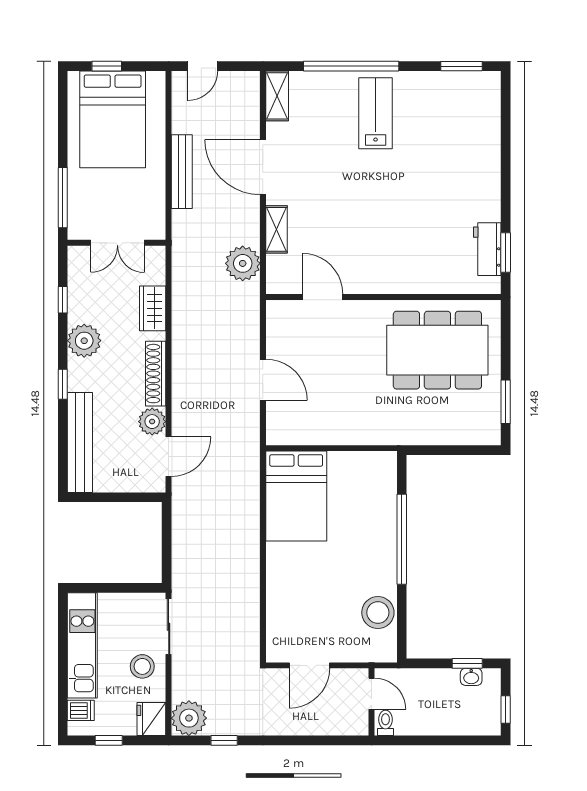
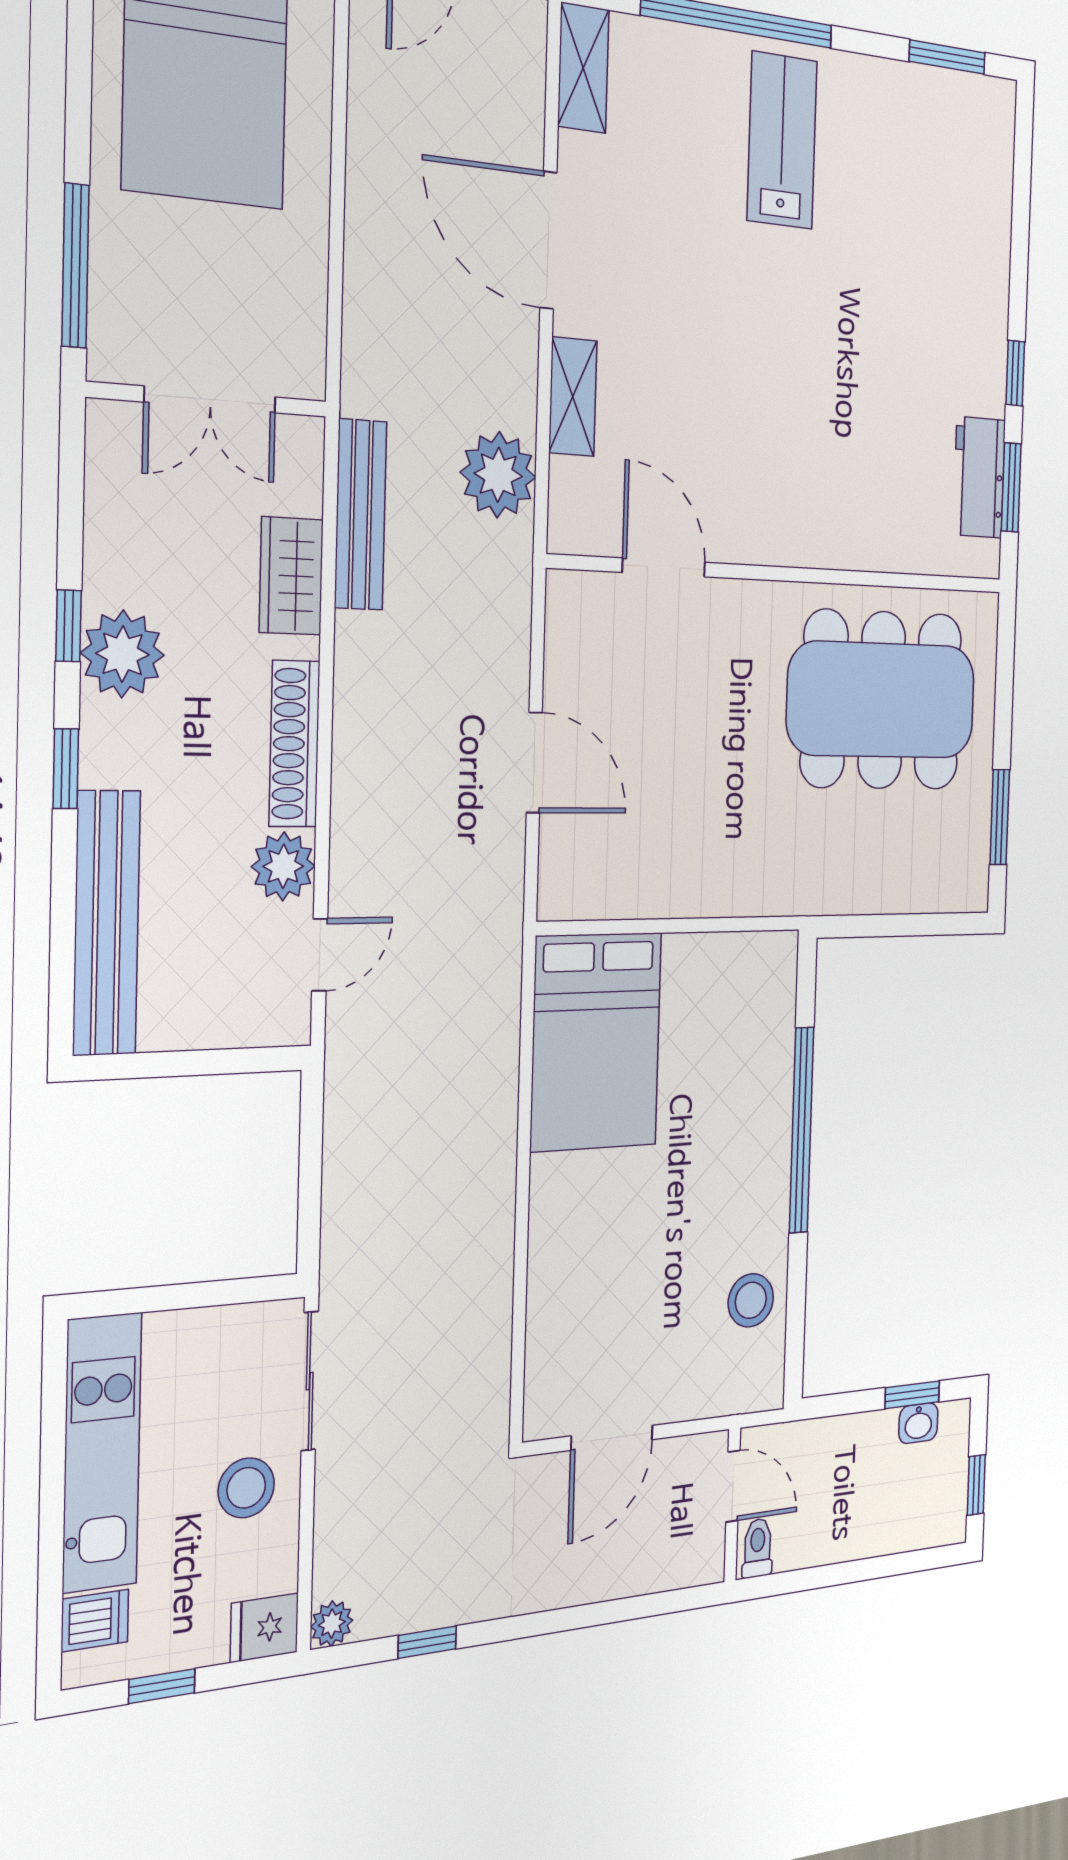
bench: (182, 172) -> (361, 515), moved
window: (506, 201) -> (1015, 373), added
window: (63, 300) -> (69, 626), moved
door: (169, 457) -> (320, 955), width x0.73
stool: (378, 613) -> (751, 1300), width x0.73, depth x0.73
plant: (189, 718) -> (332, 1624), width x0.53, depth x0.53
fridge: (151, 719) -> (264, 1628), width x0.72

